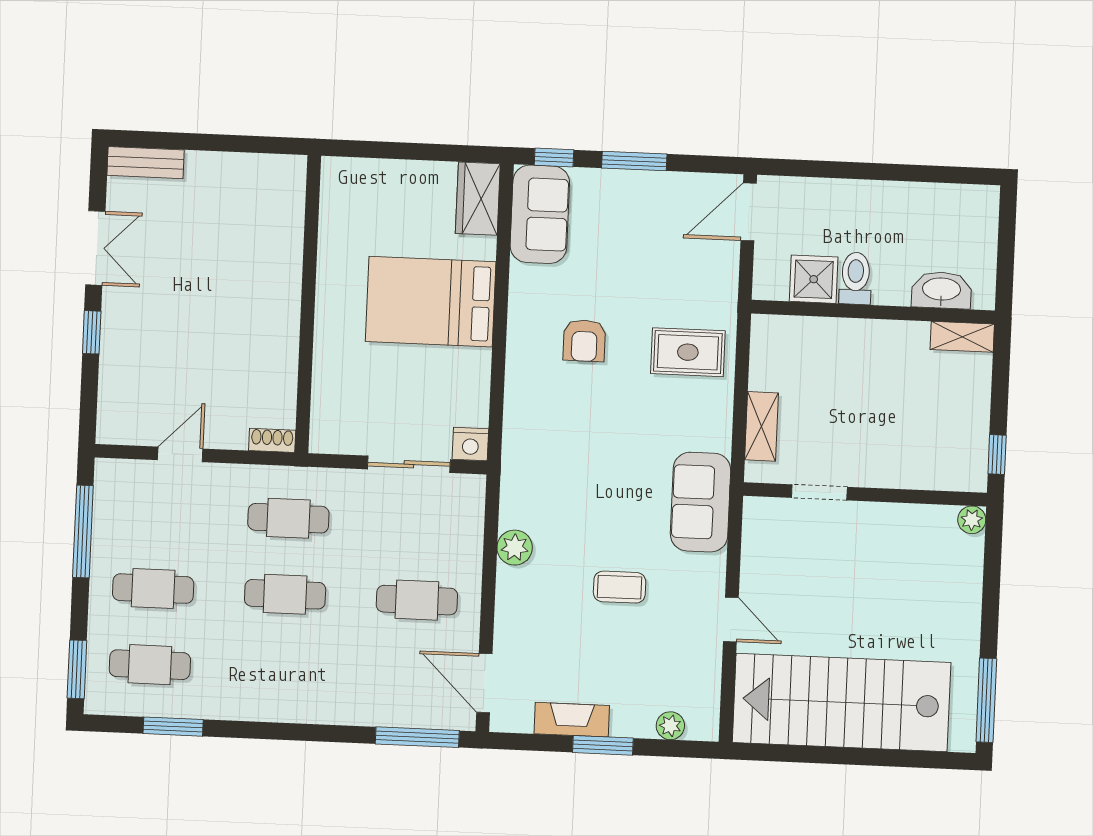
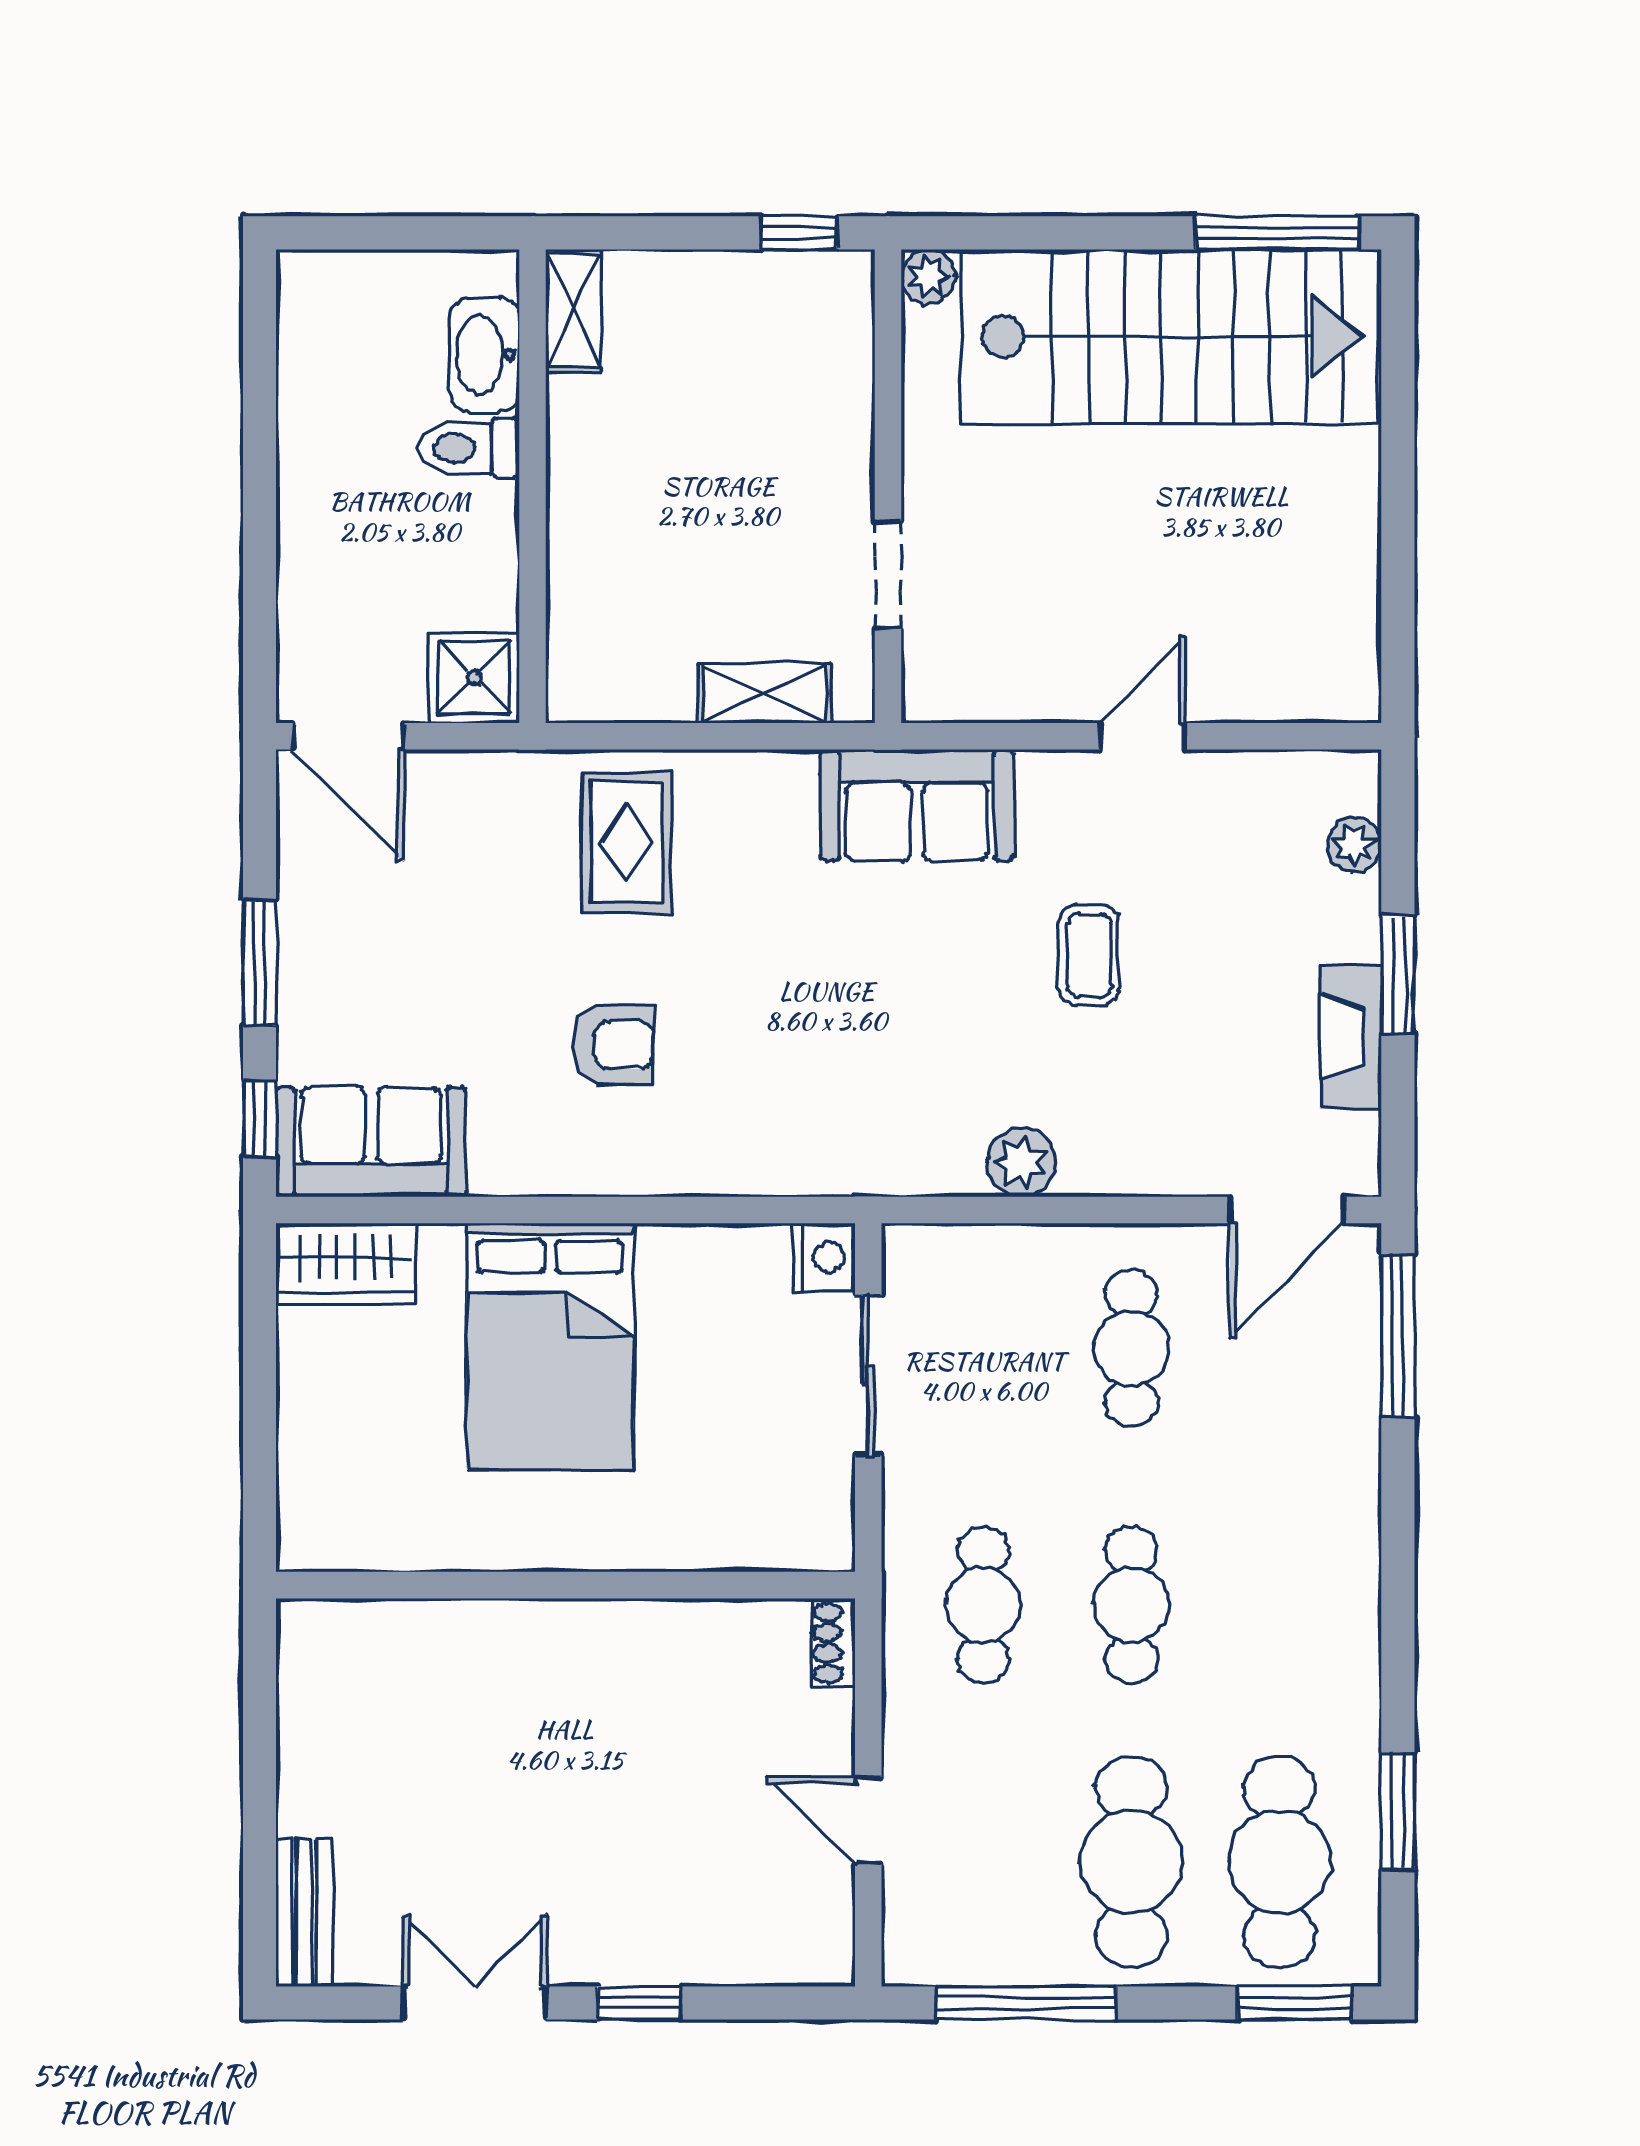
toilet: (856, 278) -> (469, 448), moved
shower: (814, 279) -> (474, 678), moved
cafe table: (153, 589) -> (1131, 1862), width x1.37, depth x1.35
cafe table: (150, 665) -> (1280, 1862), width x1.37, depth x1.35
stairs: (842, 702) -> (1170, 336), moved, turned -90

